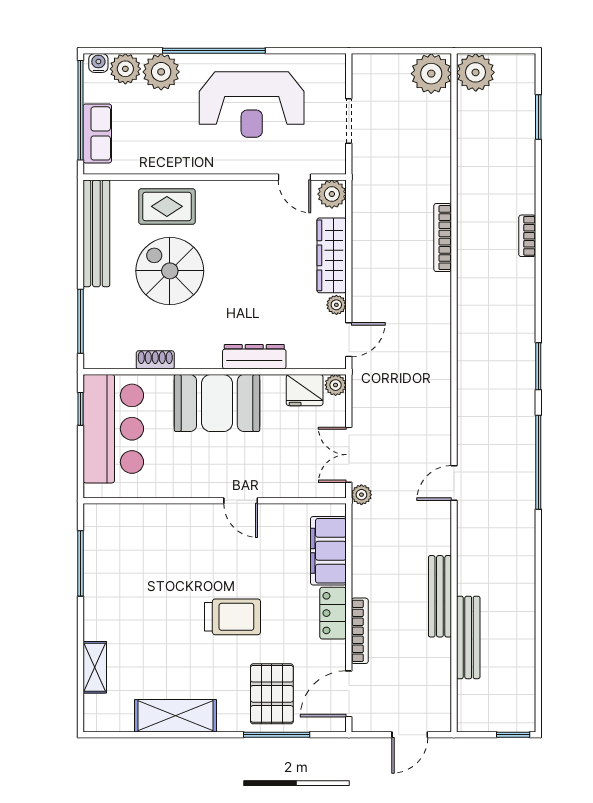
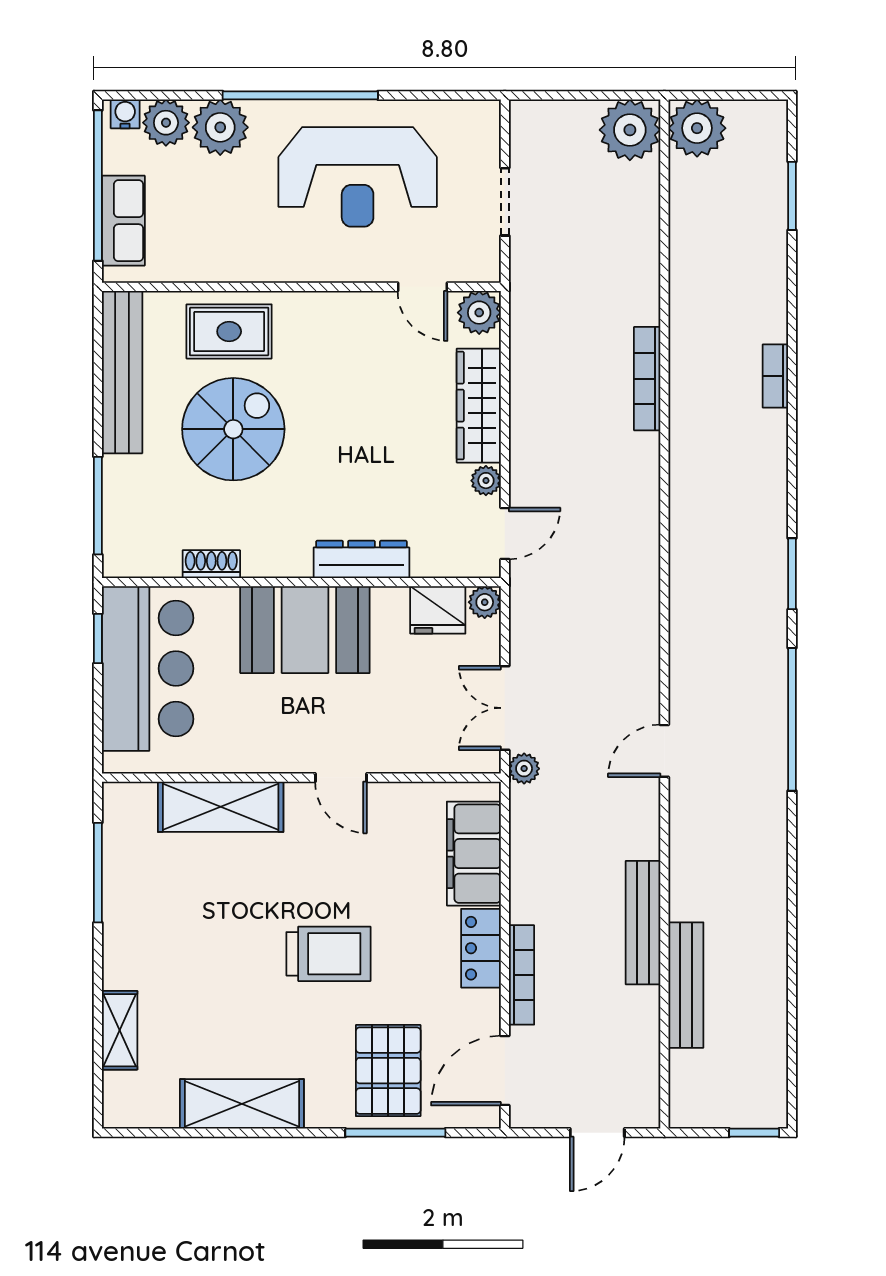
spiral stairs: (170, 271) -> (233, 429), turned 90
shelving: (161, 520) -> (221, 807), added

